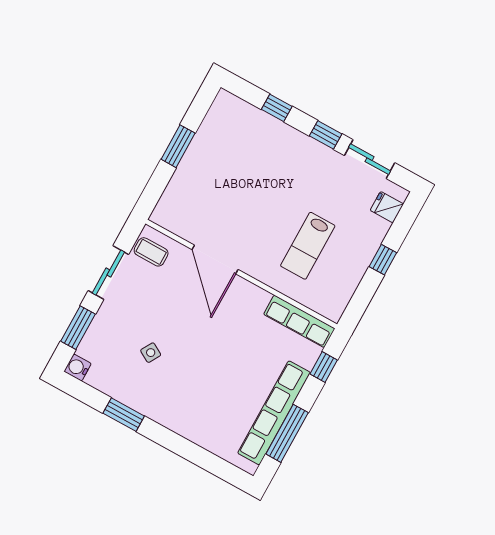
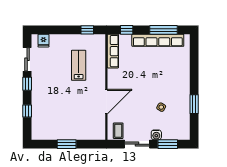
lab bench: (308, 246) -> (79, 65), turned -90
window: (383, 260) -> (87, 30), moved
water cooler: (78, 368) -> (156, 135), moved

